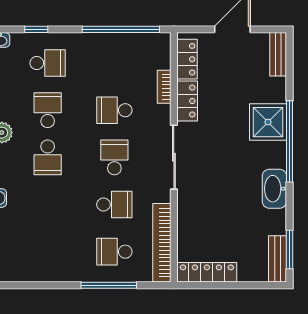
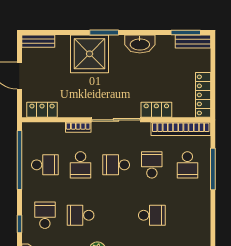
school desk: (114, 63) -> (45, 165), added
bookcase: (164, 87) -> (78, 127), moved
locker: (187, 101) -> (156, 110), moved
shower: (268, 122) -> (90, 54), width x1.37, depth x1.37
window: (290, 141) -> (104, 32), width x0.47
school desk: (48, 157) -> (152, 215), moved

